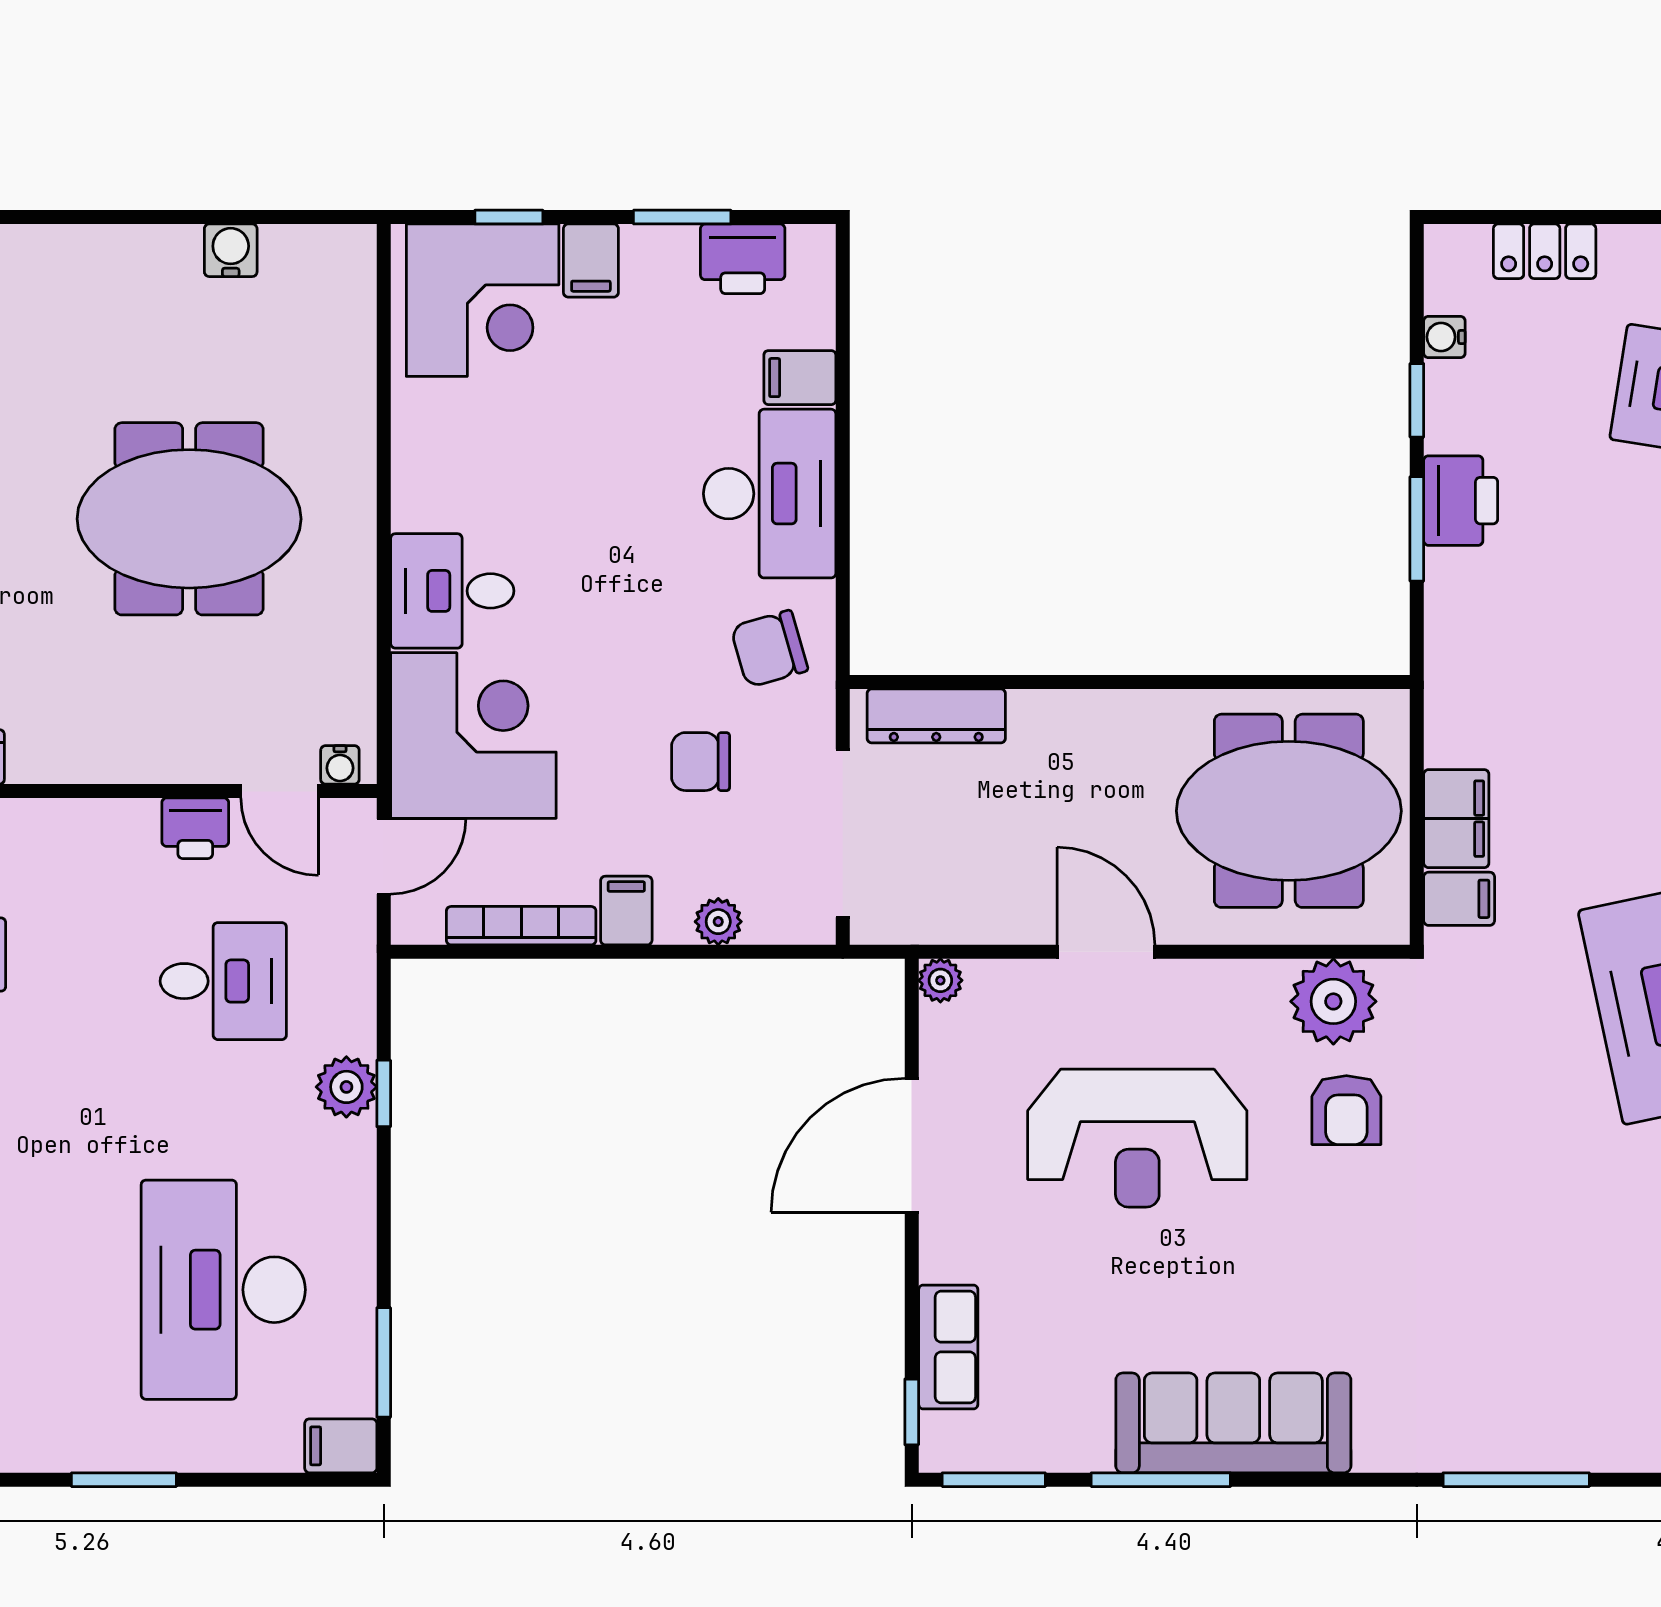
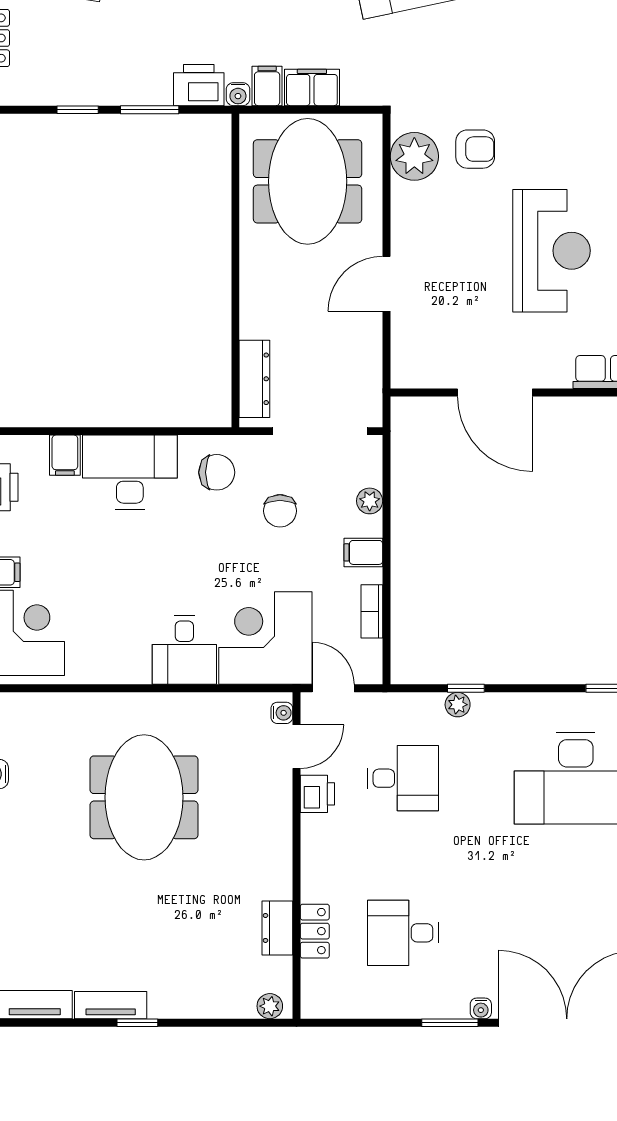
water cooler: (1444, 337) -> (238, 94), moved
printer: (1461, 501) -> (199, 85), moved
chair: (769, 649) -> (217, 472), turned -74
filing cabinet: (1459, 899) -> (267, 86), moved
bookcase: (521, 926) -> (372, 611), width x0.64
plant: (940, 980) -> (403, 376), removed
desk: (223, 981) -> (403, 778), turned 90
plant: (346, 1087) -> (458, 705), width x0.73, depth x0.73
reception desk: (1137, 1138) -> (552, 251), moved

